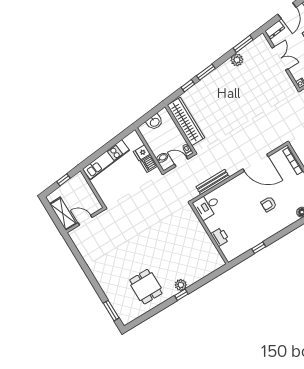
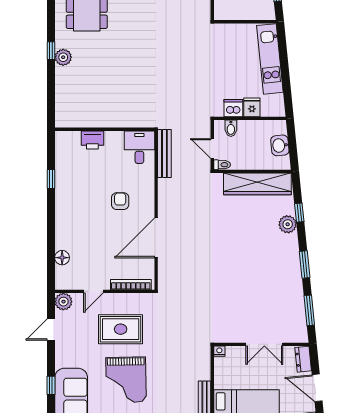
plant: (237, 60) -> (288, 224), moved
window: (206, 72) -> (305, 265), moved
door: (181, 162) -> (212, 148), swing flipped
bench: (213, 182) -> (164, 154), moved
armchair: (269, 204) -> (120, 201), moved

